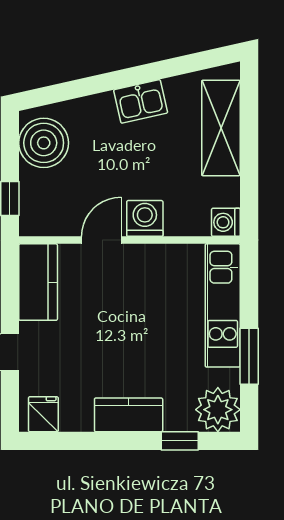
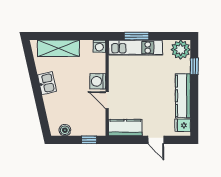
boiler: (44, 143) -> (65, 130), width x0.54, depth x0.54
window: (249, 356) -> (137, 36), moved
kitchen counter: (129, 415) -> (183, 96), width x1.50

